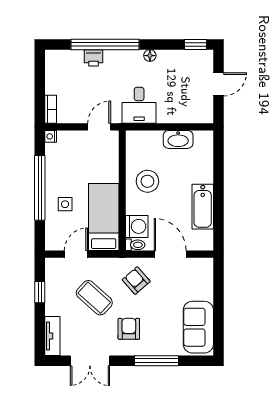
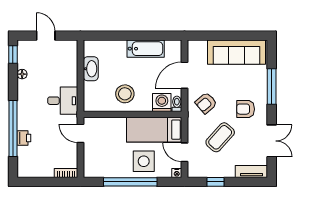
floor lamp: (150, 56) -> (22, 74), moved
nightstand: (51, 136) -> (177, 173), moved
side table: (65, 204) -> (144, 161), width x1.87, depth x1.87
sofa: (198, 327) -> (237, 52), width x1.36

